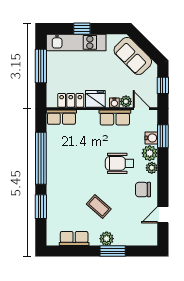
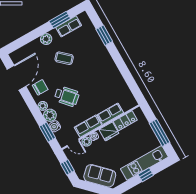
row of seats: (61, 117) -> (110, 114), moved
window: (41, 158) -> (123, 69), removed
wheelchair: (120, 163) -> (67, 96), turned 48
door: (163, 215) -> (16, 78), width x1.88
window: (113, 251) -> (60, 20), moved

